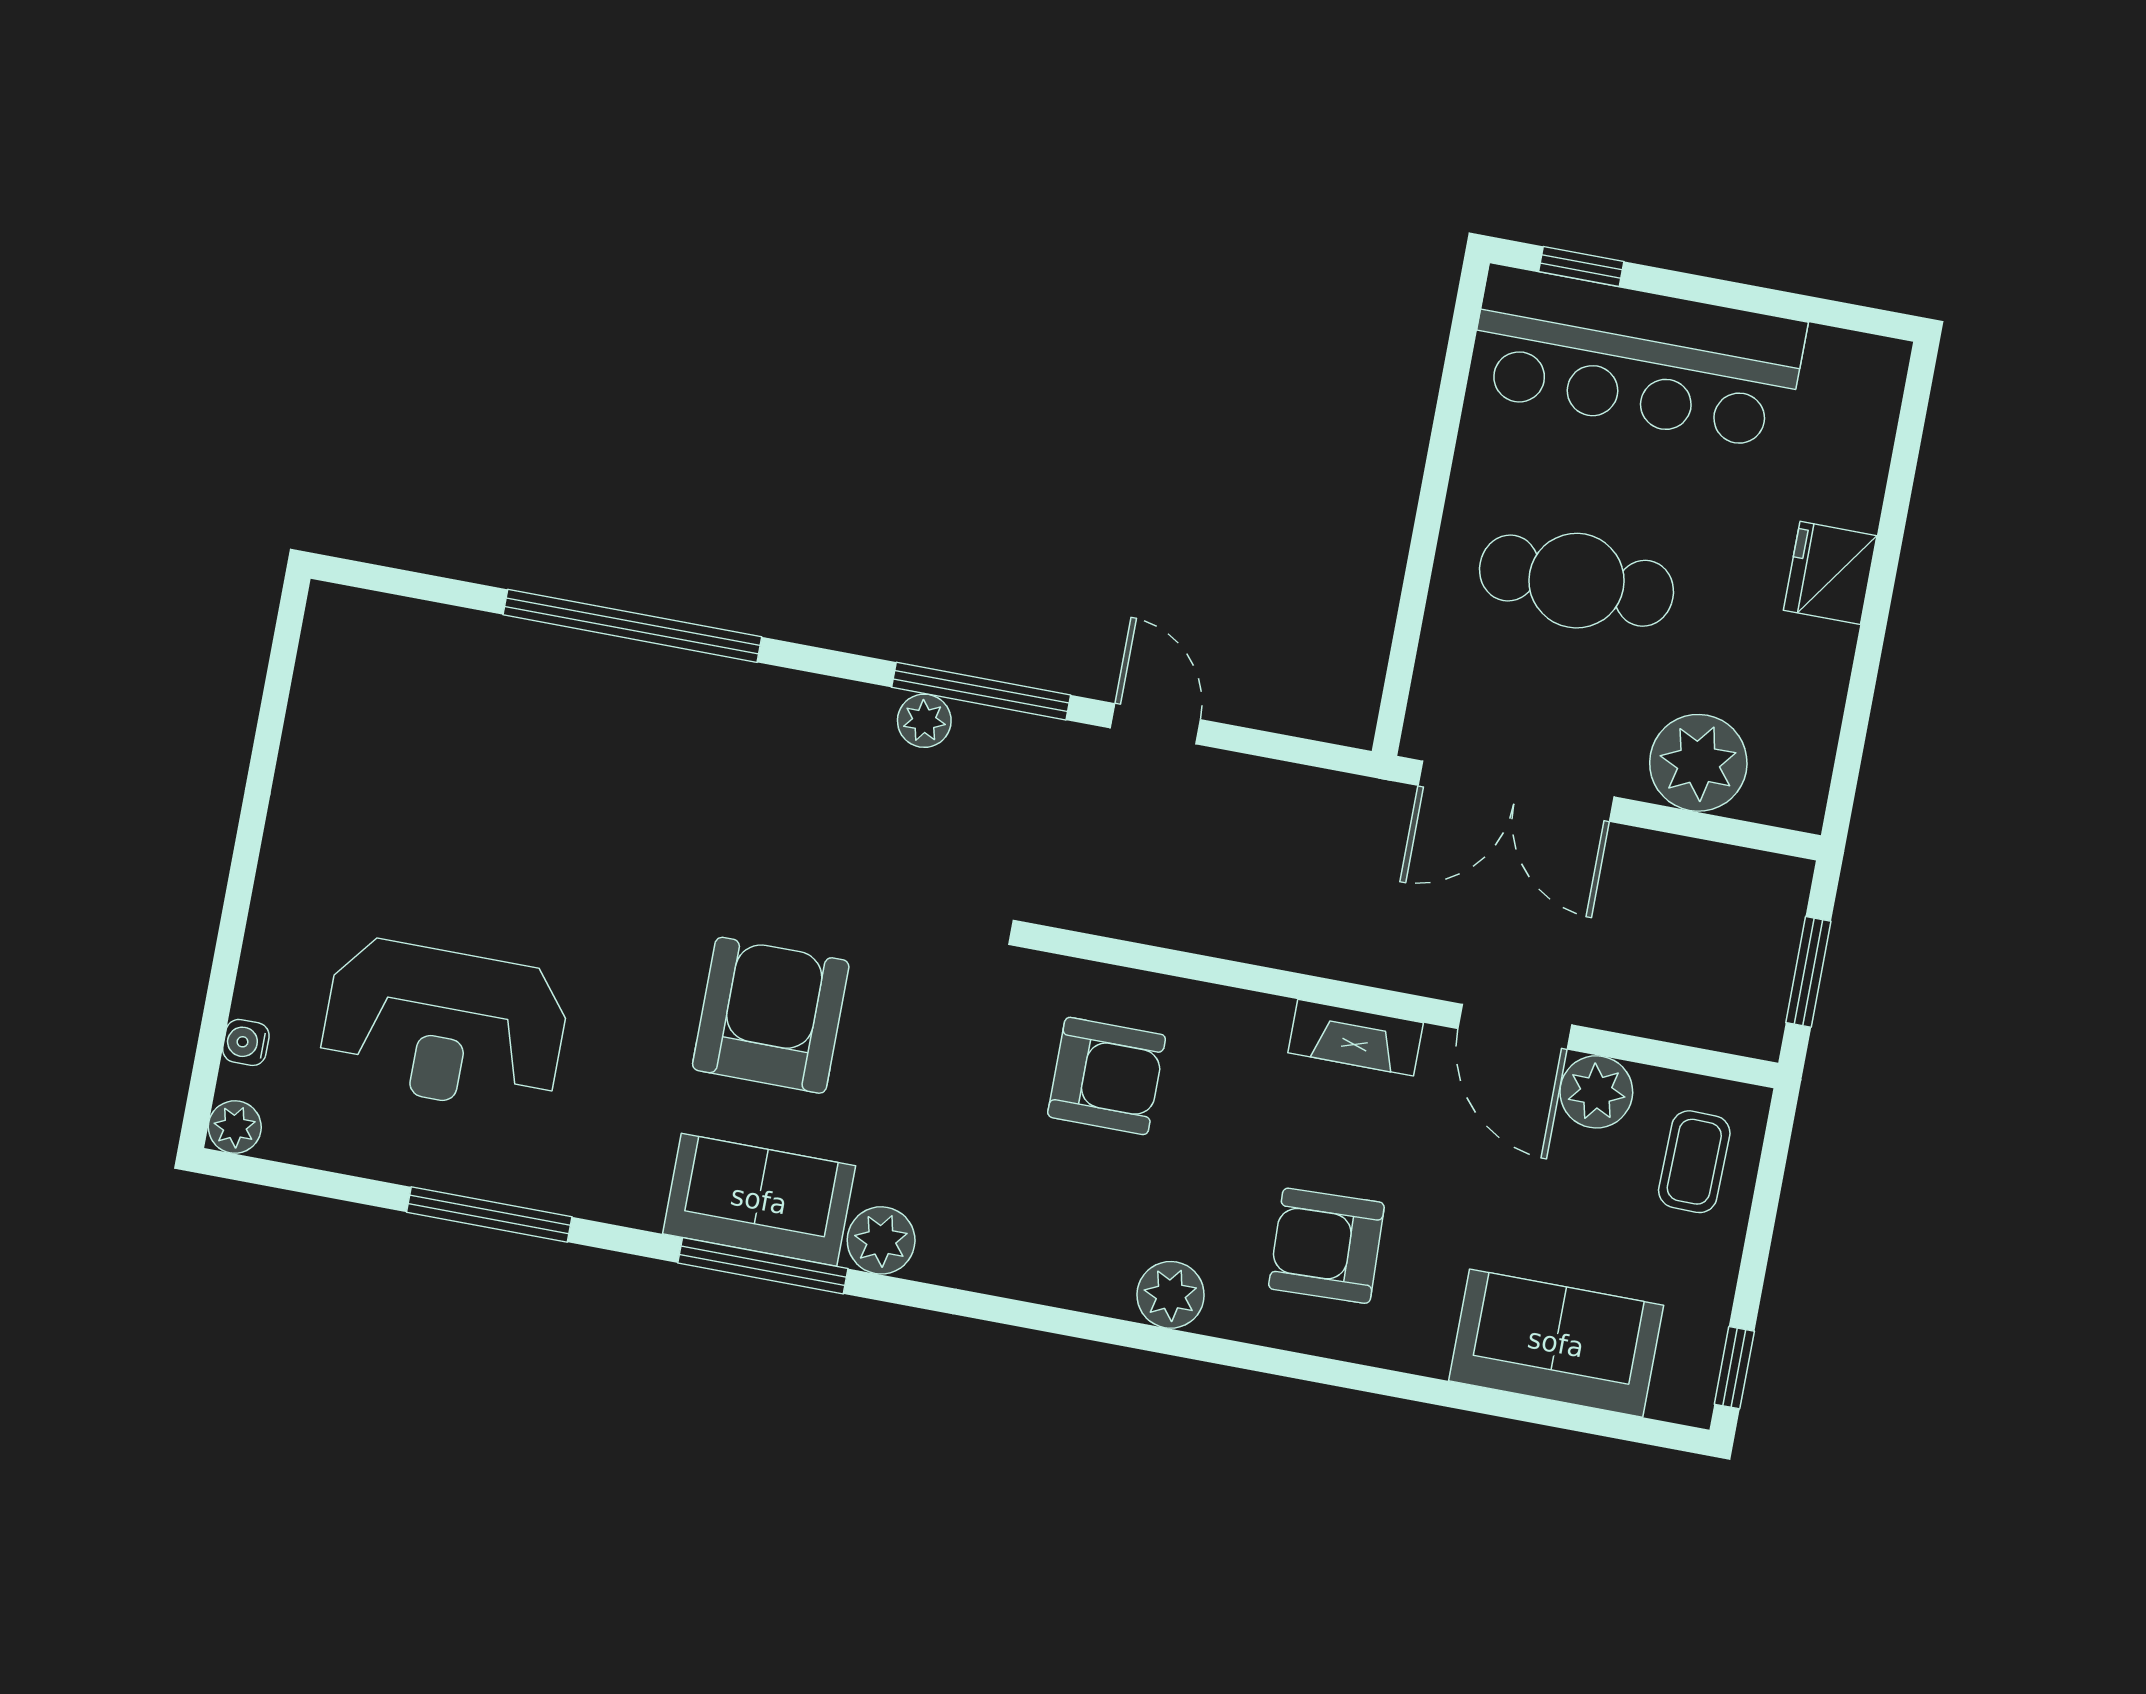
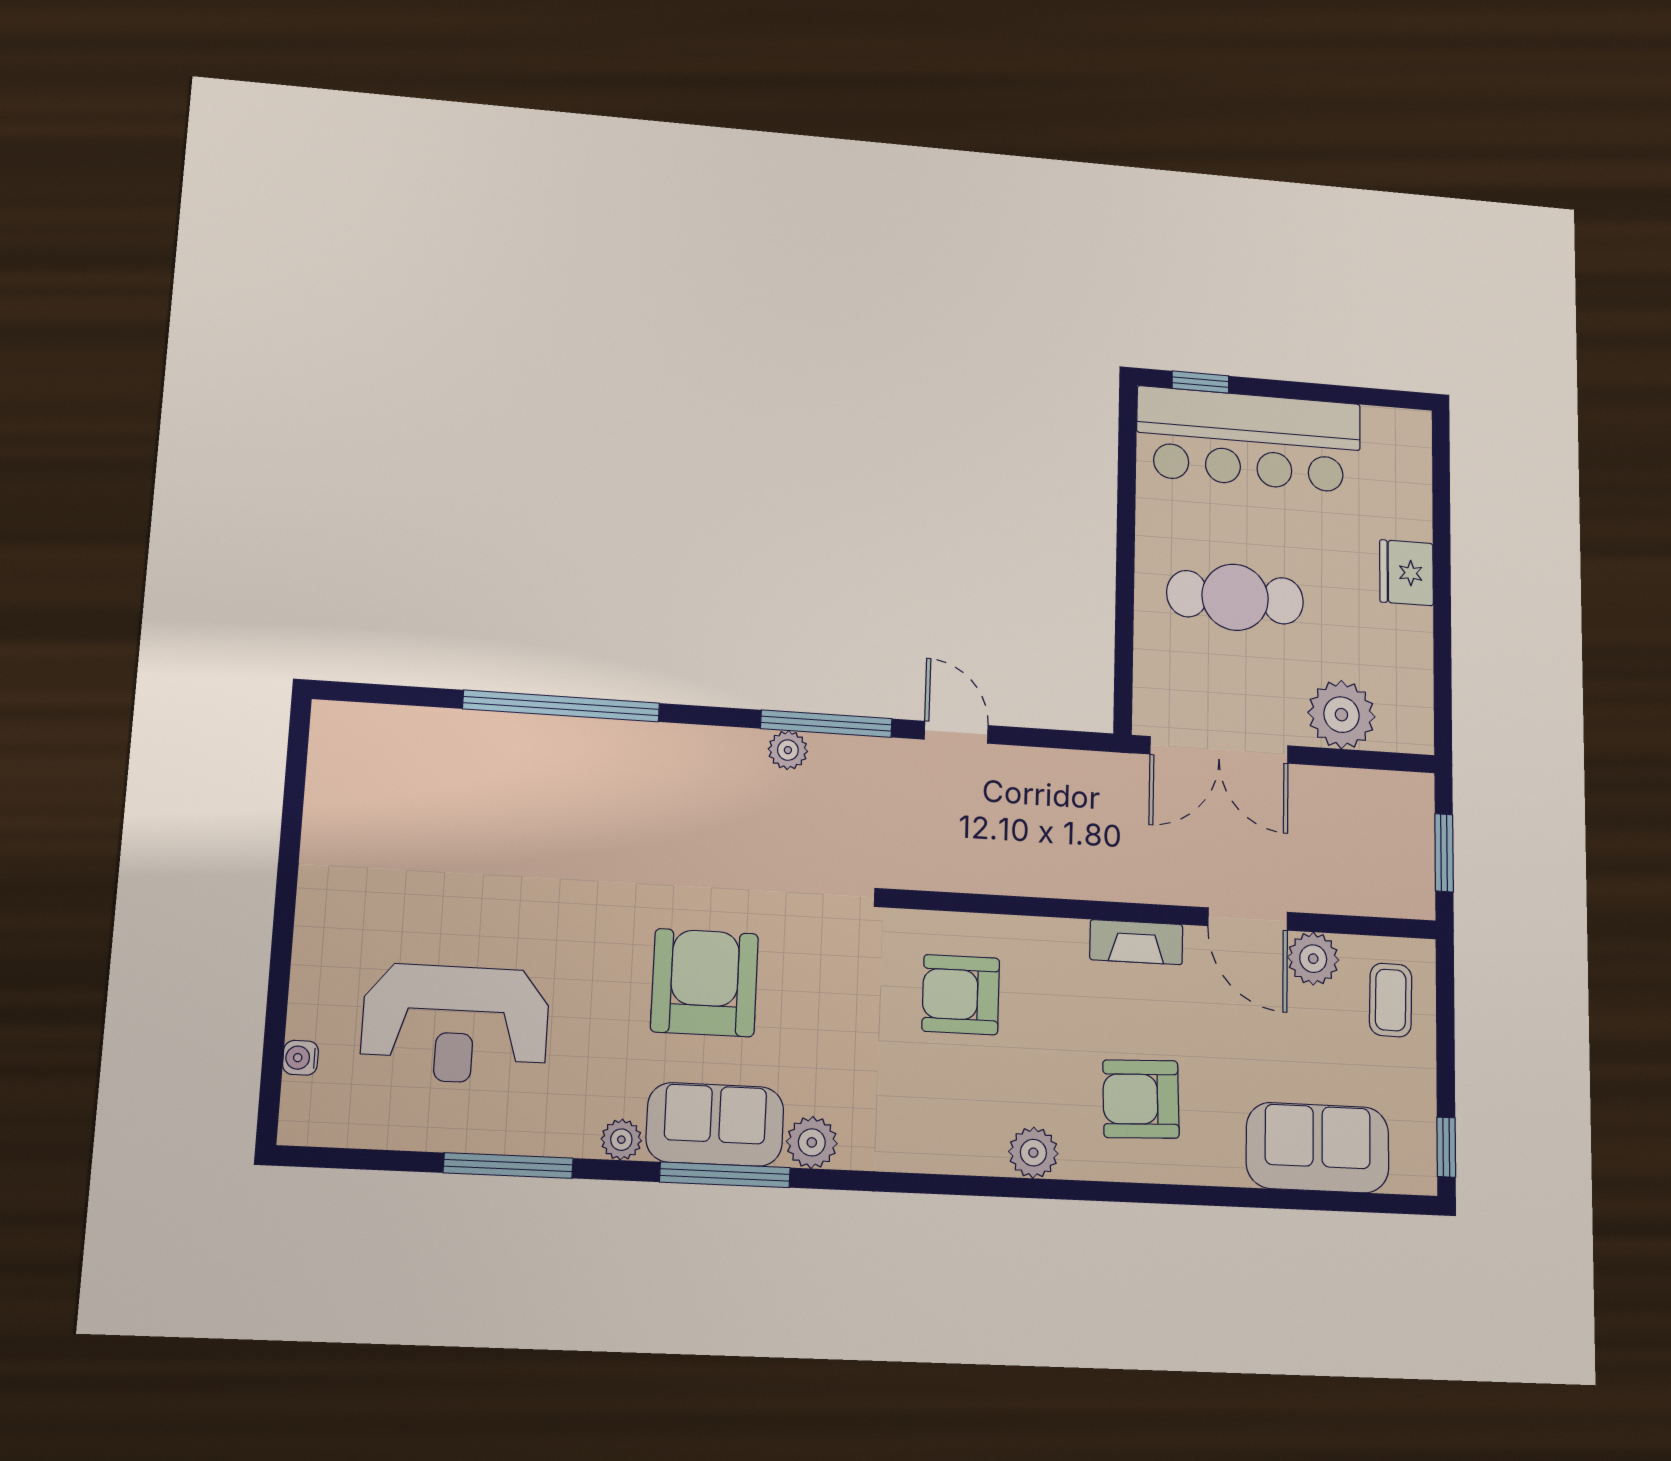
armchair: (1107, 1076) -> (961, 995), turned 180
plant: (235, 1127) -> (621, 1140), moved

